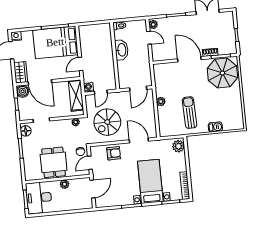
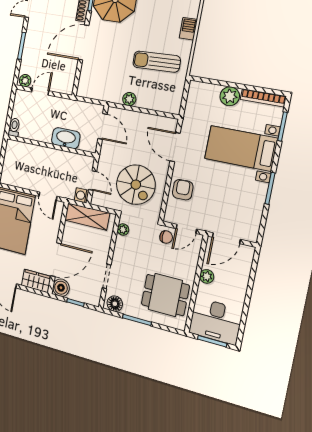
washbasin: (121, 50) -> (66, 138), moved
door: (139, 140) -> (175, 147), hinge flipped
plant: (178, 146) -> (230, 96), moved
dining table: (54, 162) -> (165, 295), moved
door: (90, 163) -> (186, 229), hinge flipped
door: (92, 189) -> (226, 238), swing flipped

